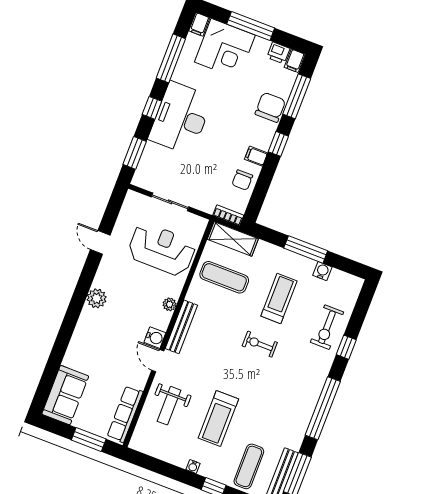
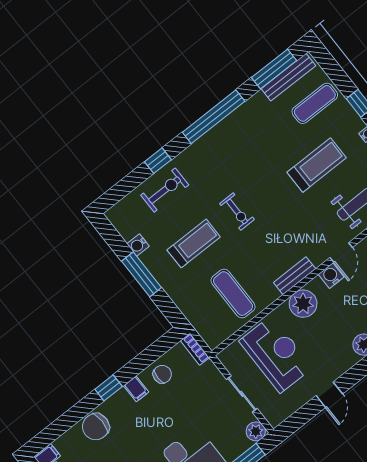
window: (297, 96) -> (65, 422), removed
plant: (141, 179) -> (256, 431), added
shelving: (233, 239) -> (204, 325), removed
reception desk: (162, 249) -> (276, 354), turned 180
treadmill: (279, 298) -> (194, 243), turned 180
plant: (169, 304) -> (303, 304), width x1.87, depth x1.87
bench: (181, 327) -> (295, 276), width x0.73

